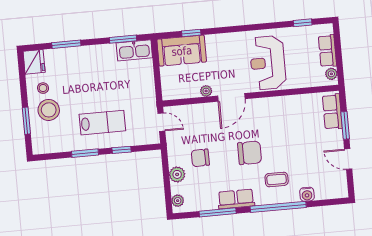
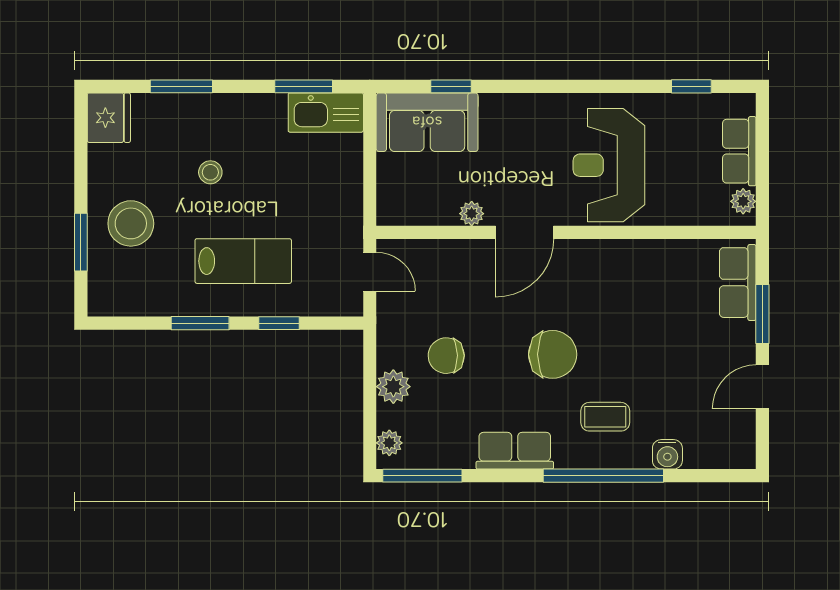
stool: (43, 88) -> (210, 172), moved
door: (348, 159) -> (762, 387), hinge flipped
window: (218, 212) -> (422, 476), moved

